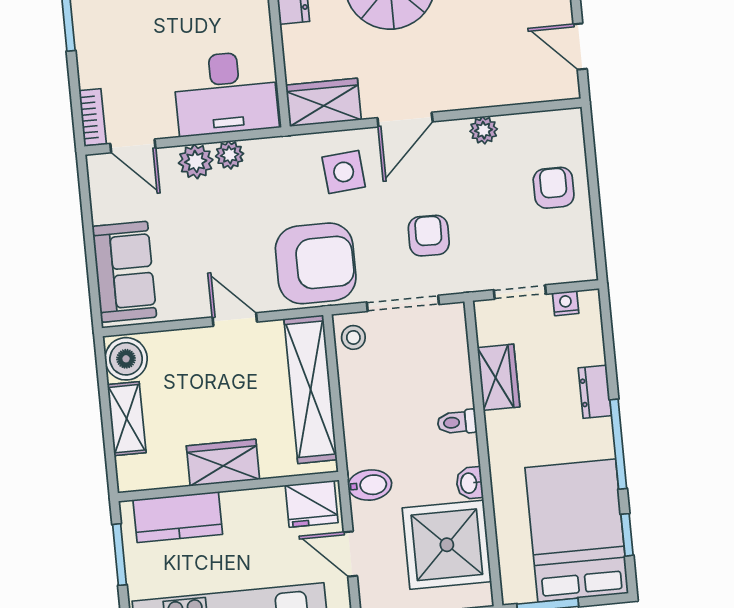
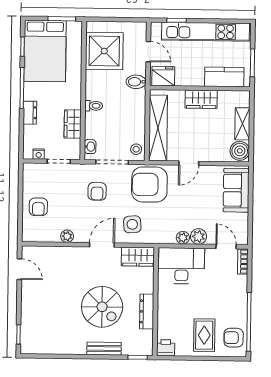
door: (235, 319) -> (189, 163), hinge flipped
washbasin: (469, 483) -> (90, 147), moved

